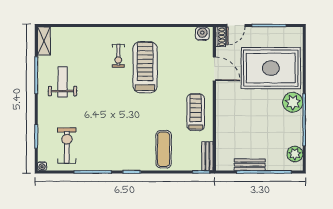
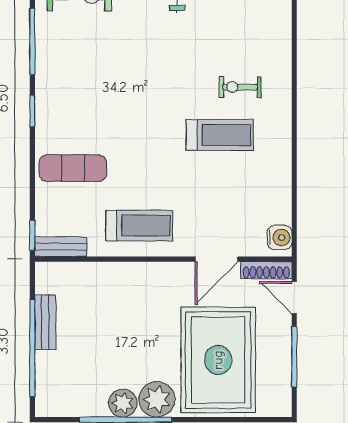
shoe rack: (221, 37) -> (266, 270), width x1.43
treadmill: (145, 67) -> (220, 135), width x0.73, depth x0.73
plant: (295, 154) -> (123, 403), moved

